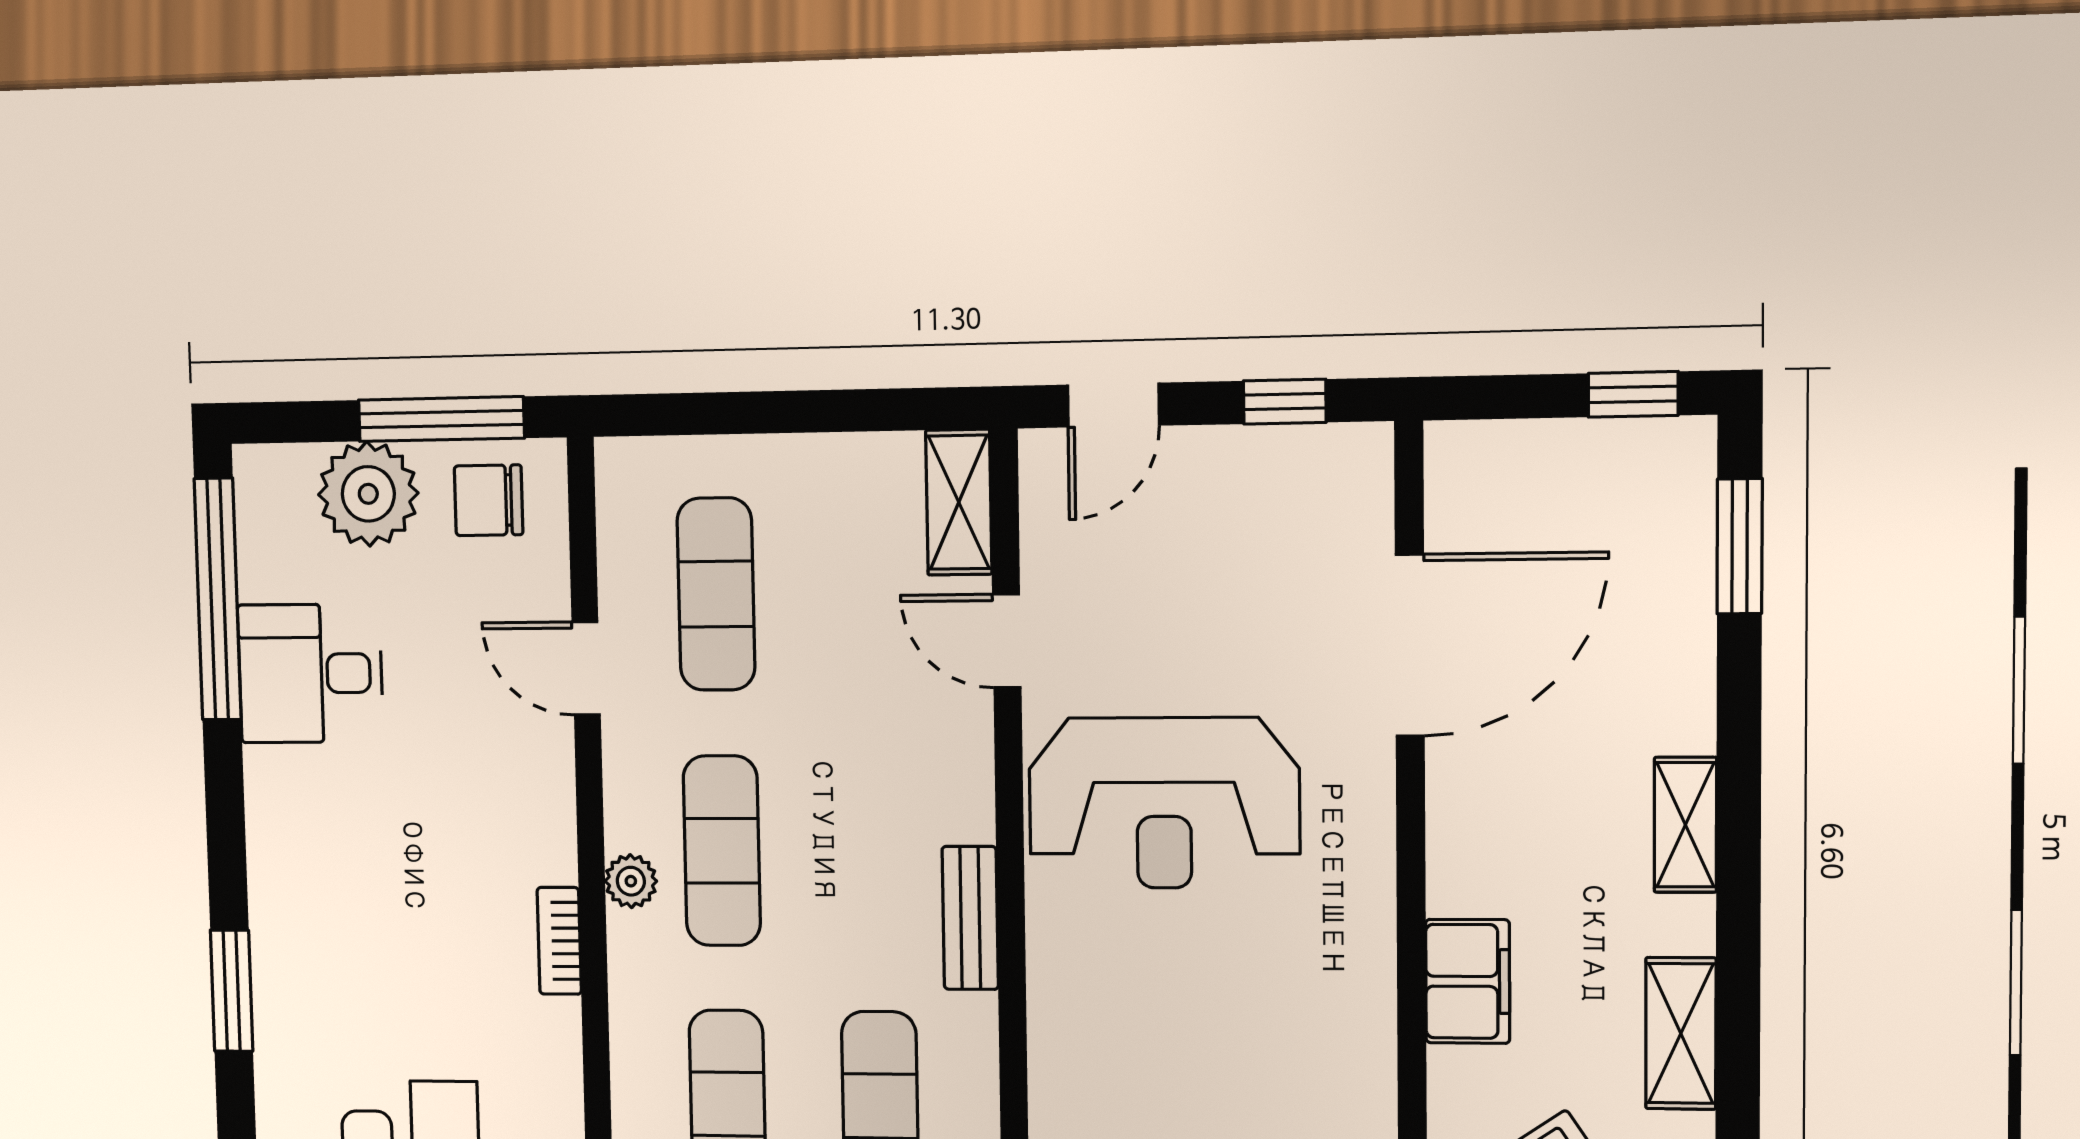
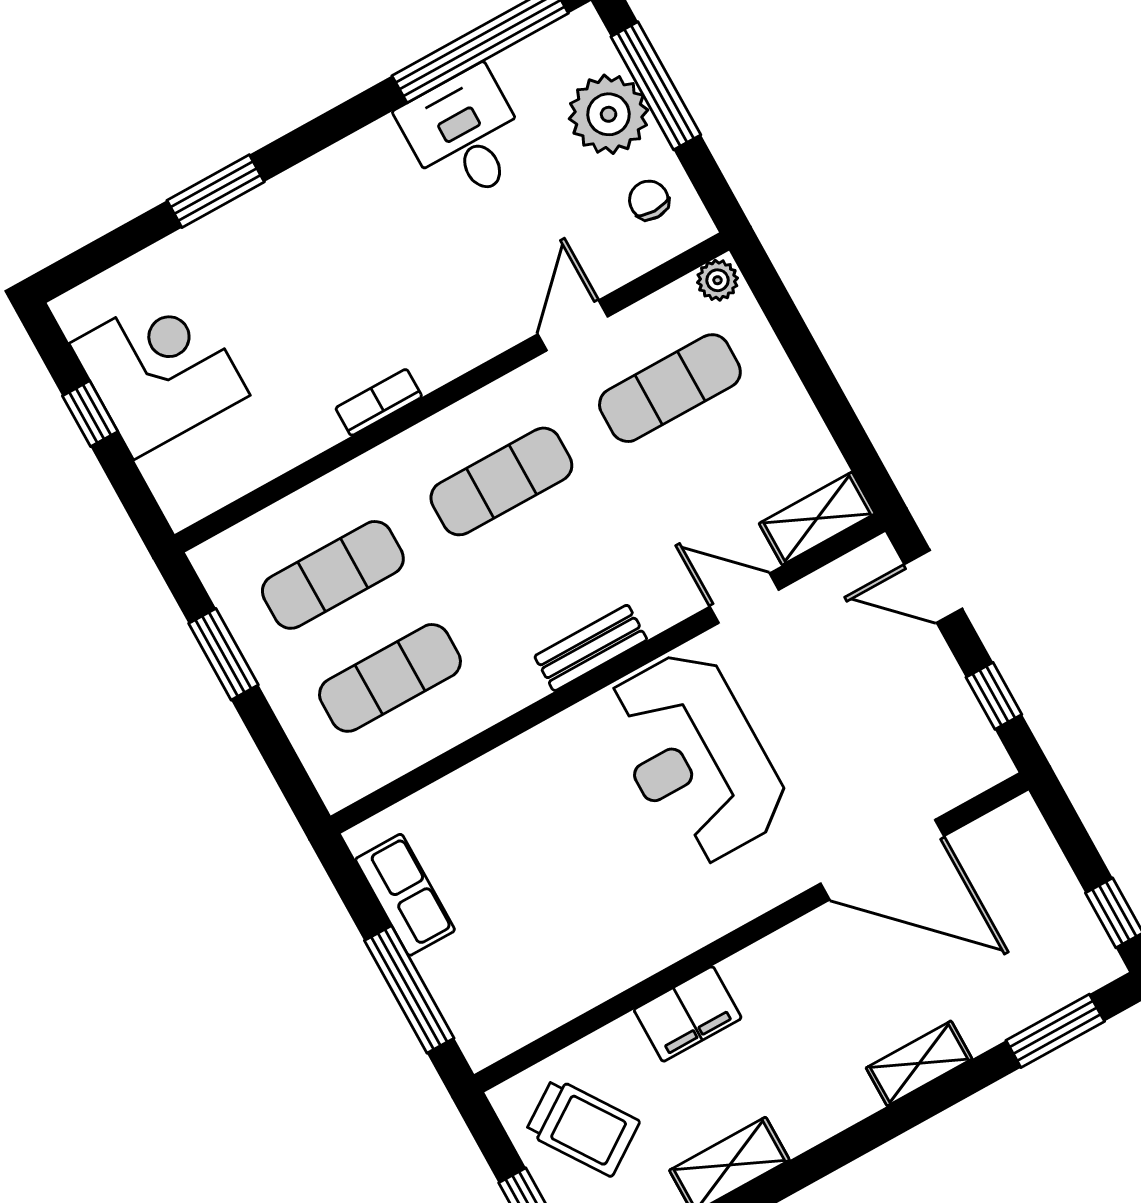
window: (441, 419) -> (656, 86), moved
chair: (489, 500) -> (649, 200), width x0.73, depth x0.73
door: (1007, 641) -> (744, 598), hinge flipped
shelving: (1685, 825) -> (919, 1063), moved
plant: (631, 881) -> (717, 280), moved
bench: (970, 918) -> (591, 648), moved

